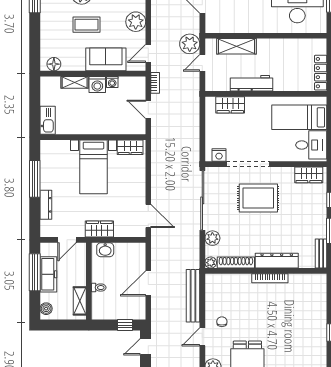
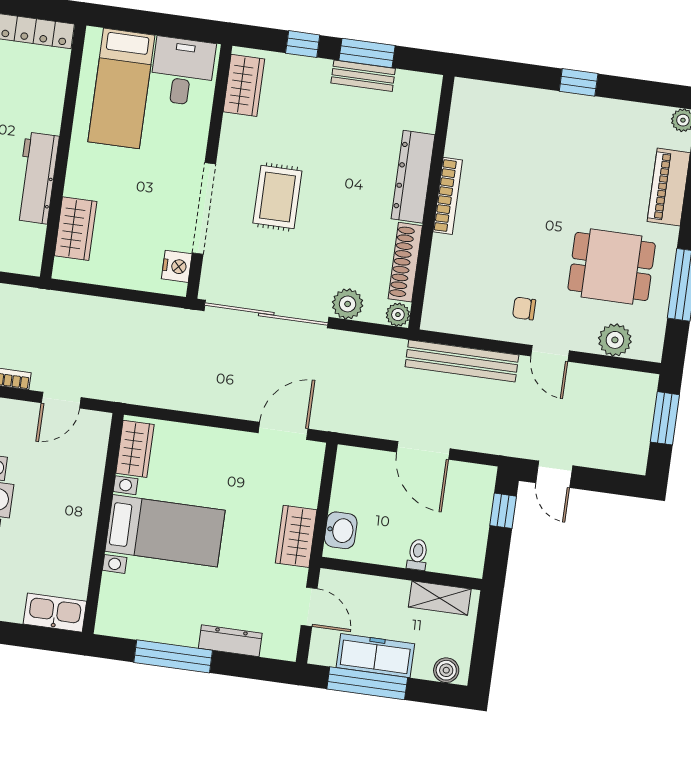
rug: (258, 198) -> (277, 197), width x0.73, depth x0.70
bench: (321, 254) -> (363, 76), moved

